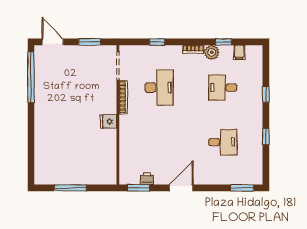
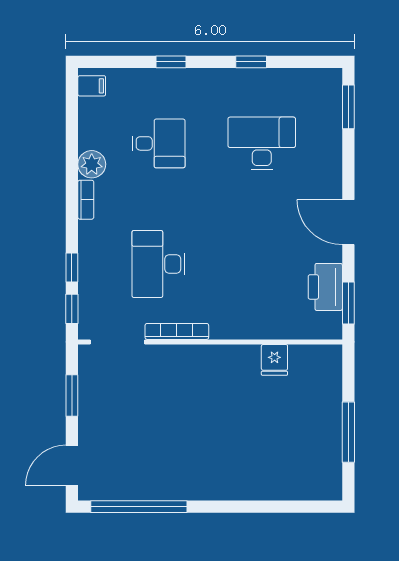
window: (224, 42) -> (72, 309), moved
filing cabinet: (239, 52) -> (92, 86), moved
desk: (159, 88) -> (158, 264), turned -90
desk: (223, 88) -> (158, 143), turned -90
fridge: (108, 121) -> (274, 360), moved
desk: (223, 142) -> (262, 143), width x1.37
printer: (147, 179) -> (325, 287), width x1.87, depth x1.48

